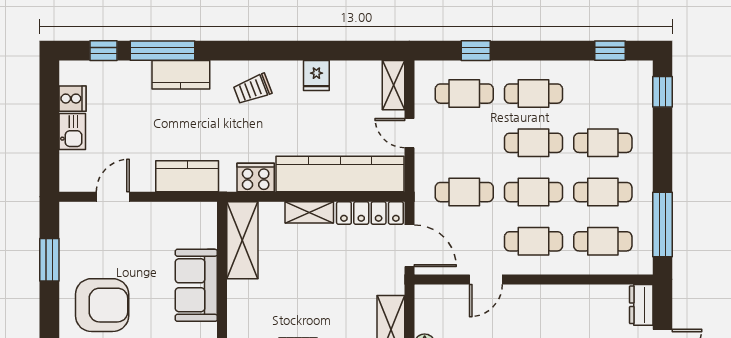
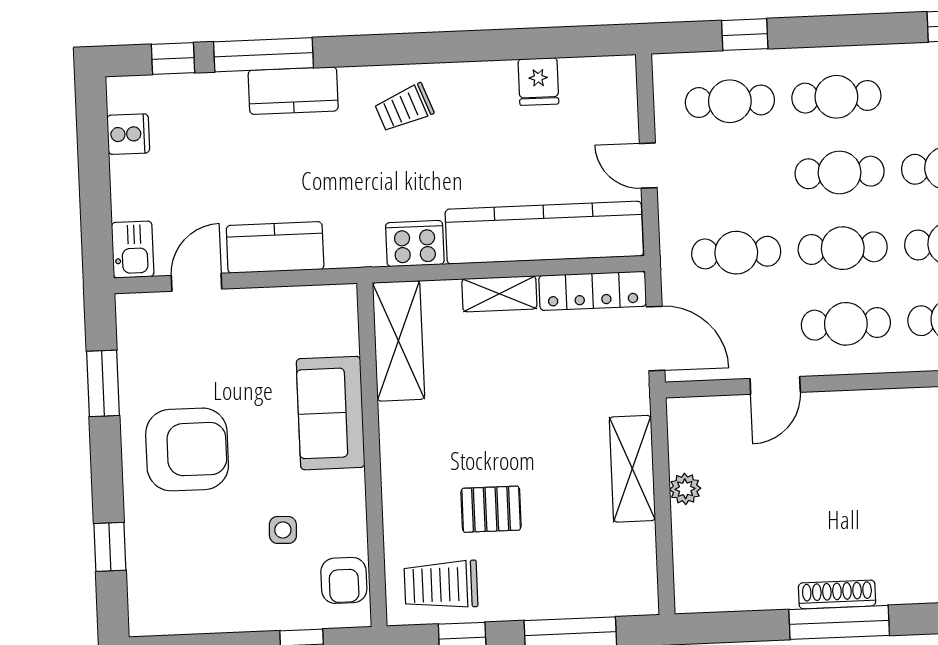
fridge: (316, 76) -> (538, 81), moved
shelving: (393, 85) -> (621, 93), removed
kitchen sink: (72, 131) -> (133, 250), moved
kitchen counter: (187, 176) -> (275, 247), moved

